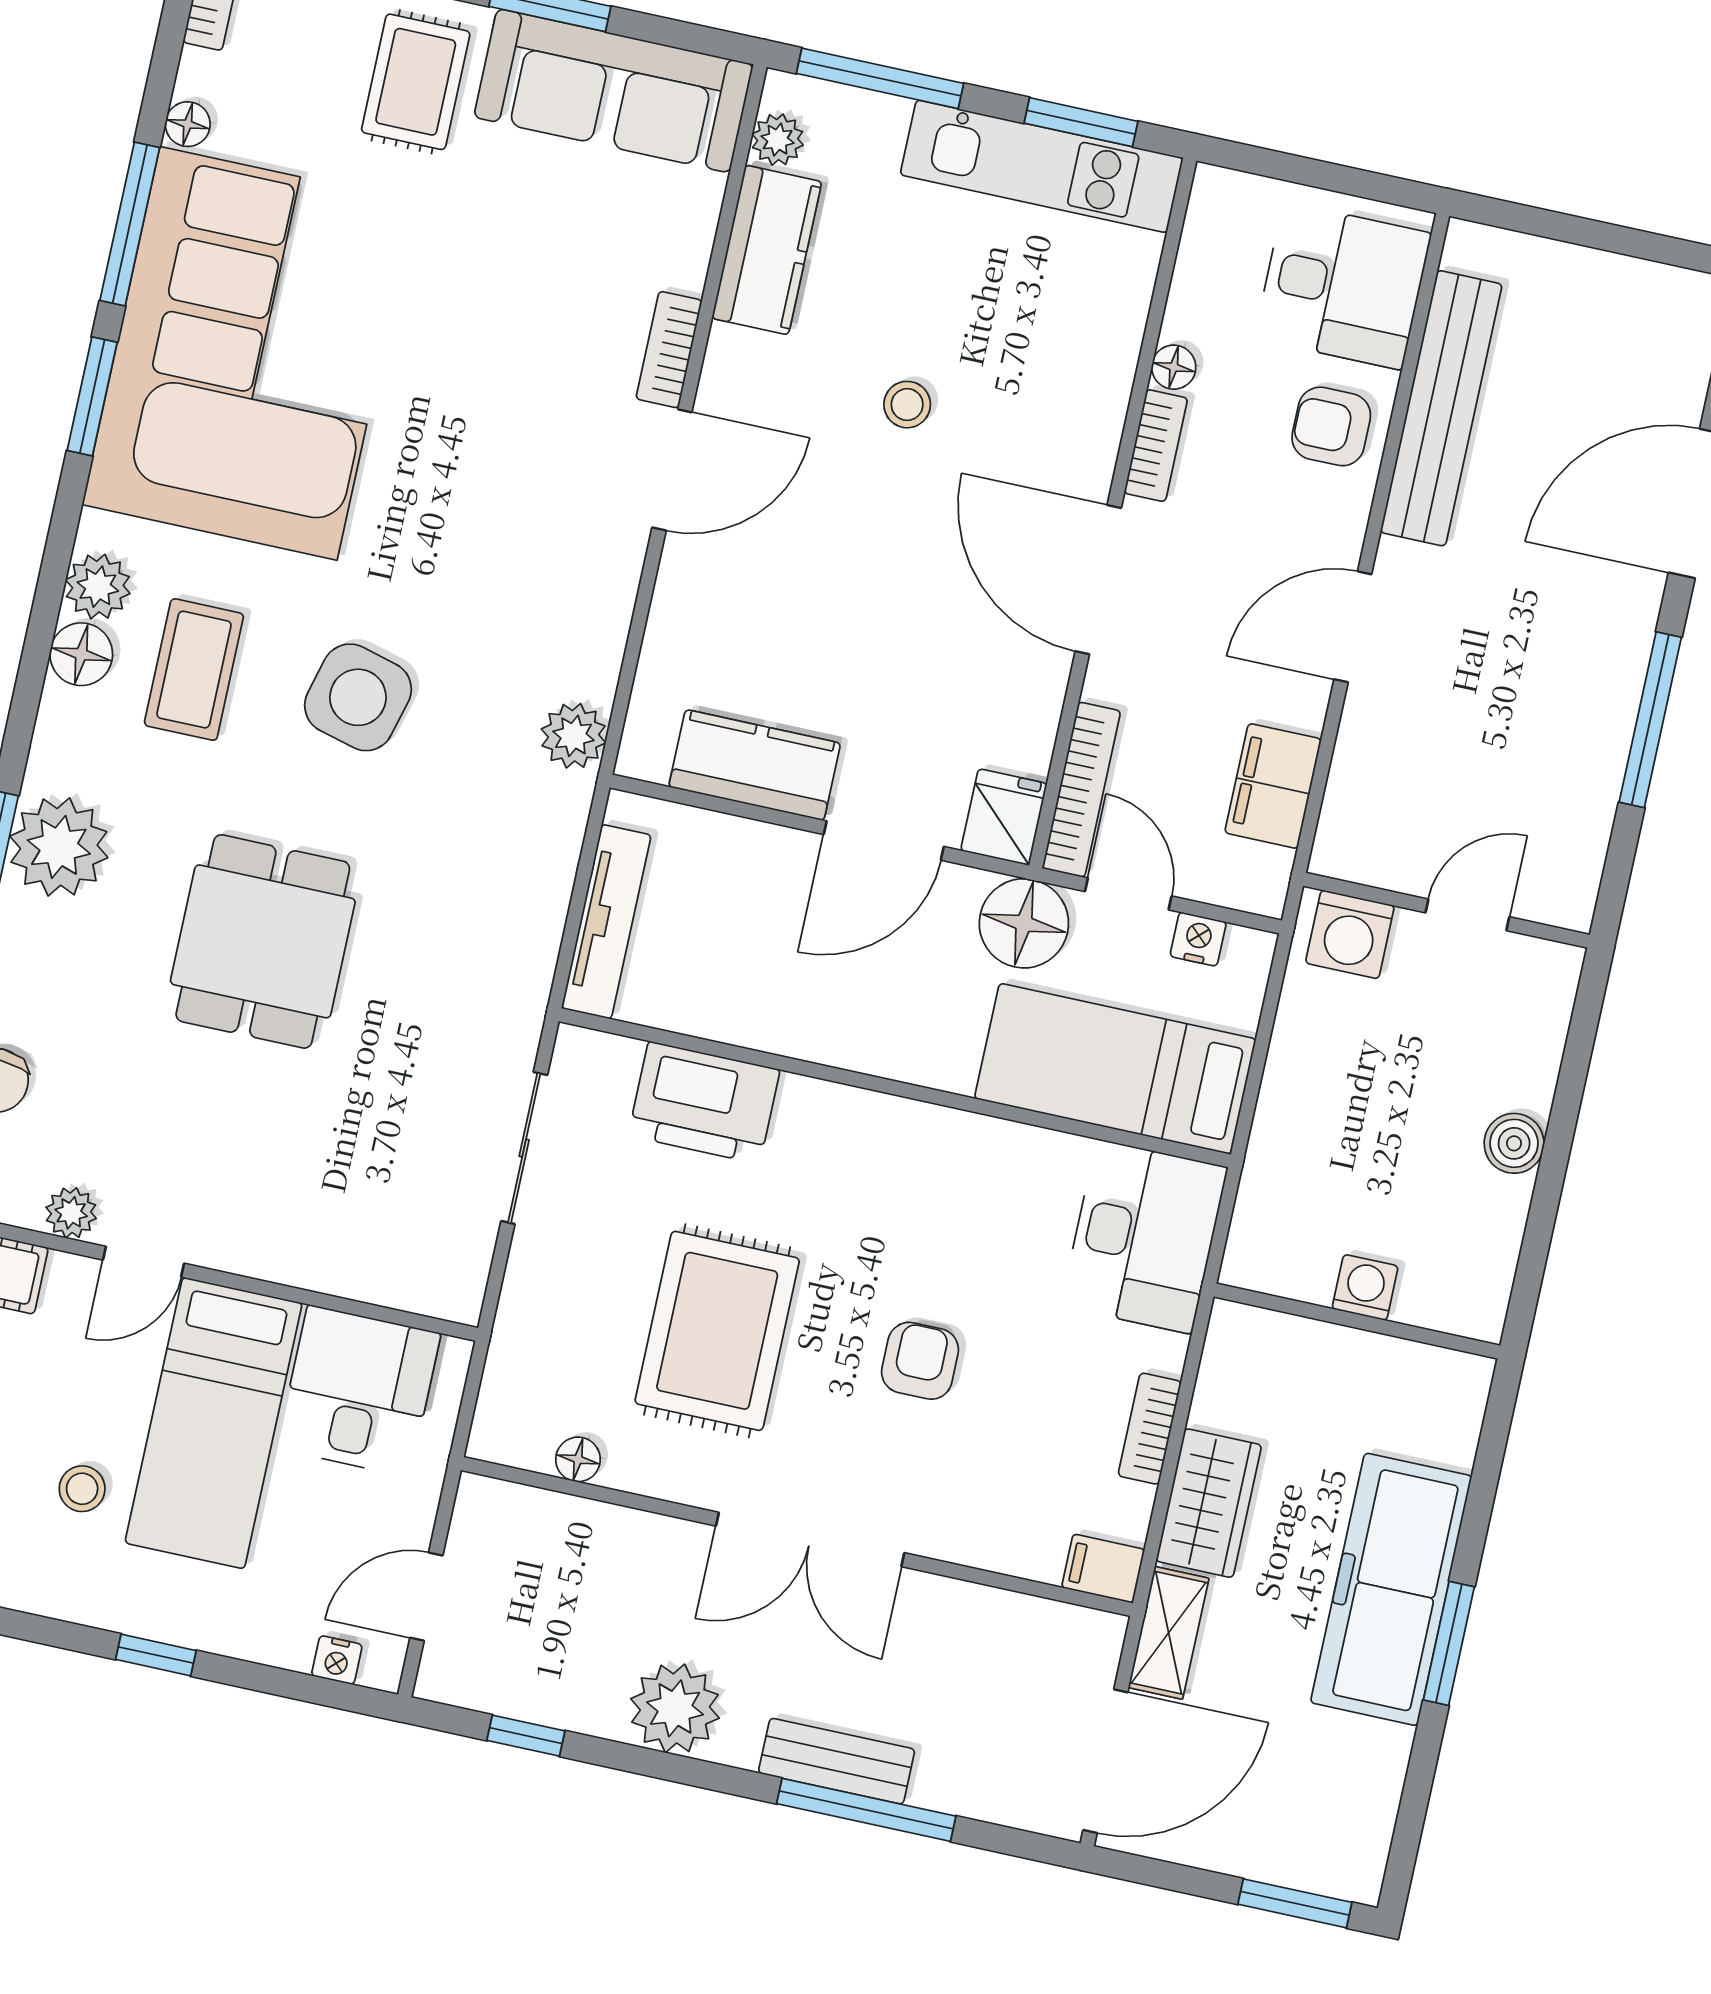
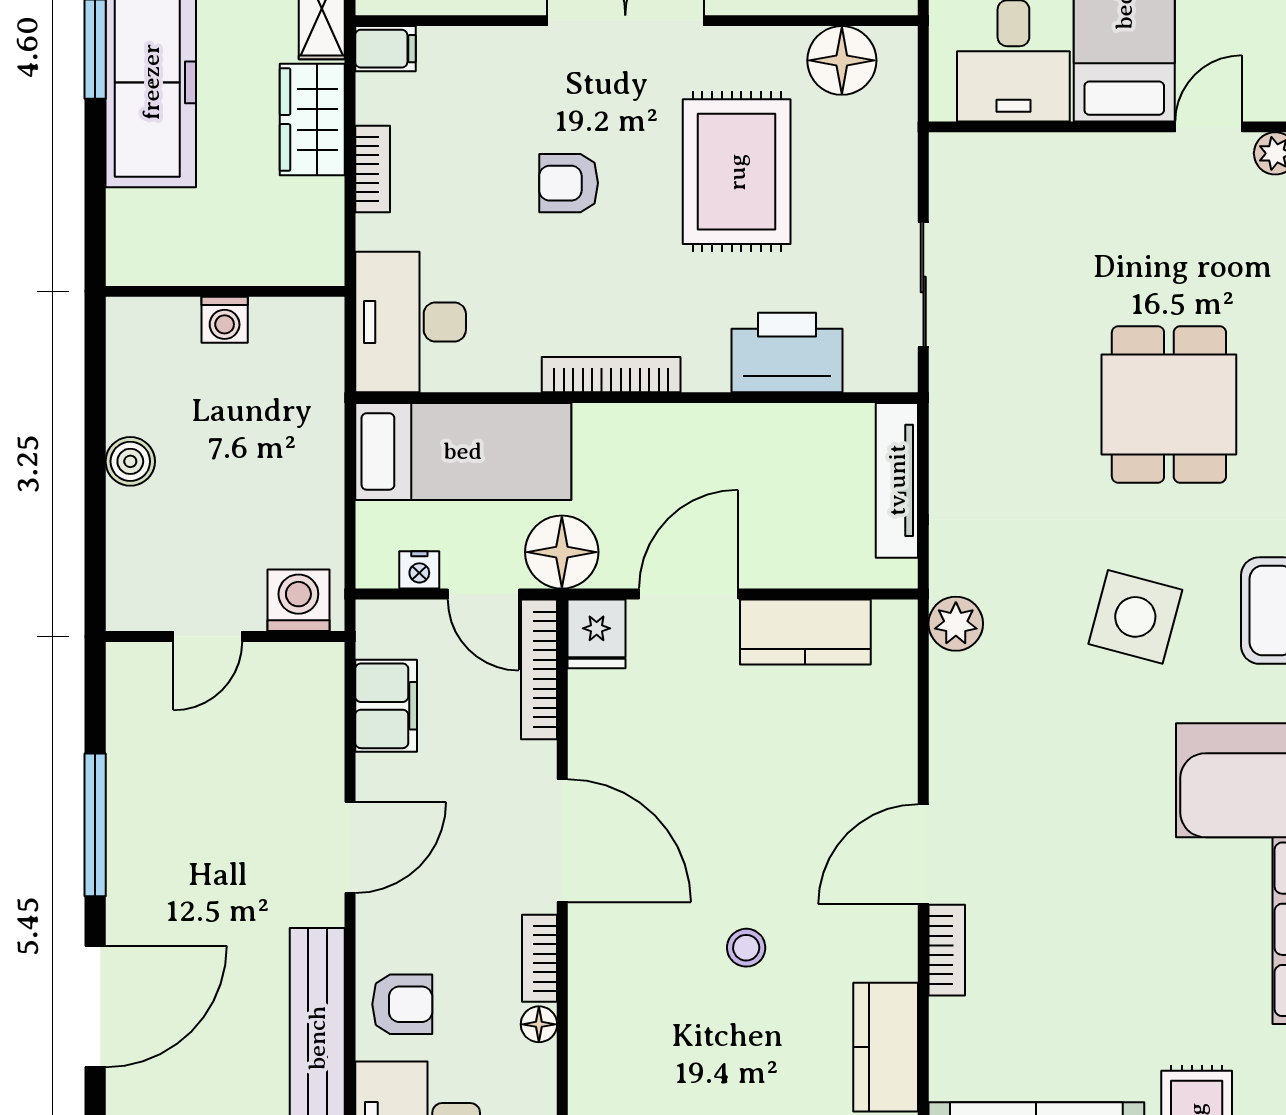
bookcase: (919, 1122) -> (611, 375), added
armchair: (920, 1361) -> (569, 183), turned 90
floor lamp: (578, 1459) -> (842, 60), width x1.89, depth x1.89

